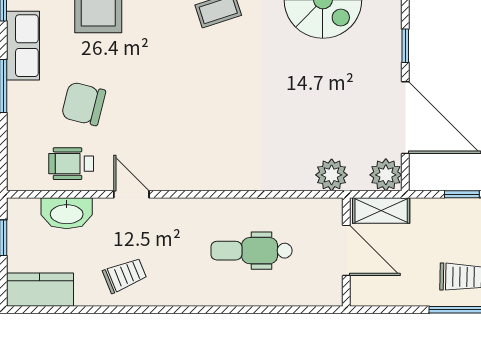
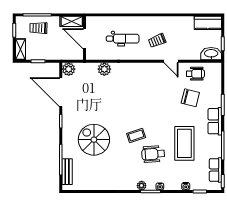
plant: (332, 175) -> (104, 69), moved
shelving: (381, 211) -> (72, 21), moved
washbasin: (67, 213) -> (211, 54), moved
trolley: (125, 275) -> (157, 41), moved

